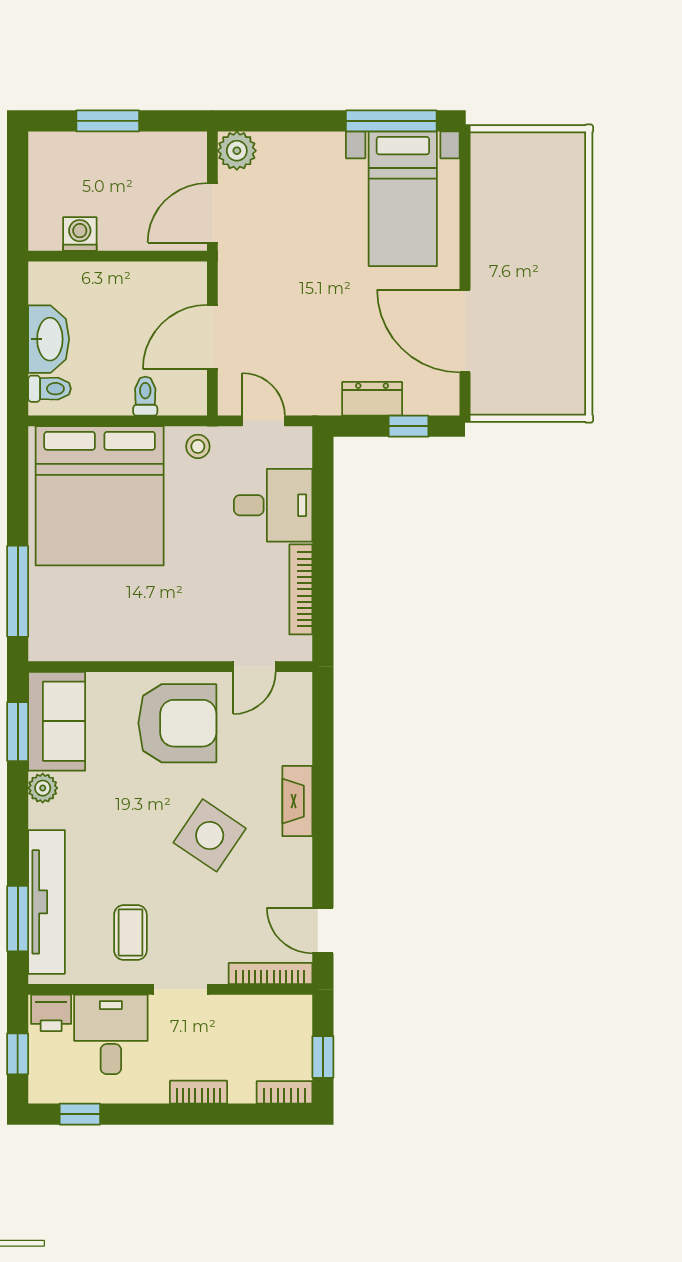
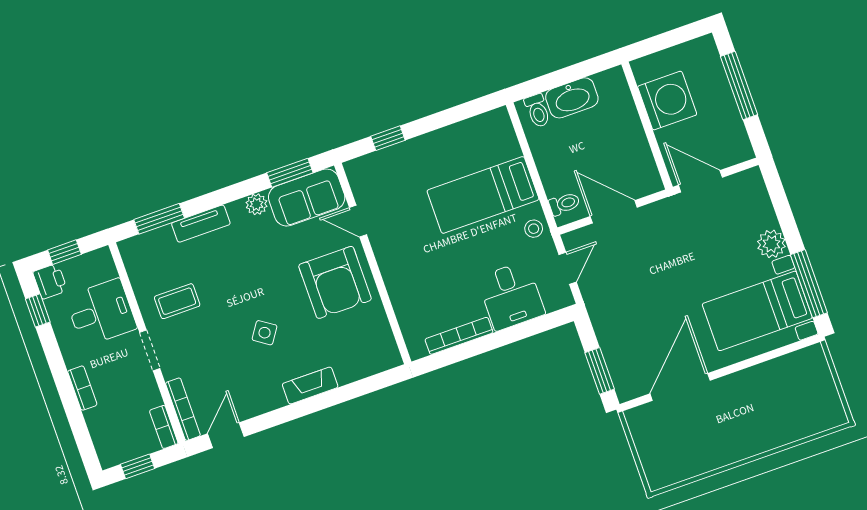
window: (108, 121) -> (739, 85), width x1.44
plant: (237, 151) -> (771, 244), moved
washing machine: (80, 234) -> (667, 101), width x1.89, depth x1.89
toilet: (145, 396) -> (564, 204), moved
dresser: (372, 399) -> (610, 339), removed
window: (408, 426) -> (600, 371), width x1.50
bed: (100, 496) -> (483, 195), width x0.49
window: (18, 591) -> (388, 138), width x0.46
door: (255, 667) -> (358, 221), moved
side table: (210, 835) -> (265, 333), width x0.54, depth x0.54
tv unit: (46, 902) -> (201, 224), width x0.52, depth x0.78
printer: (51, 1013) -> (50, 281), moved, turned 180
bookcase: (284, 1092) -> (164, 427), moved, turned 180

